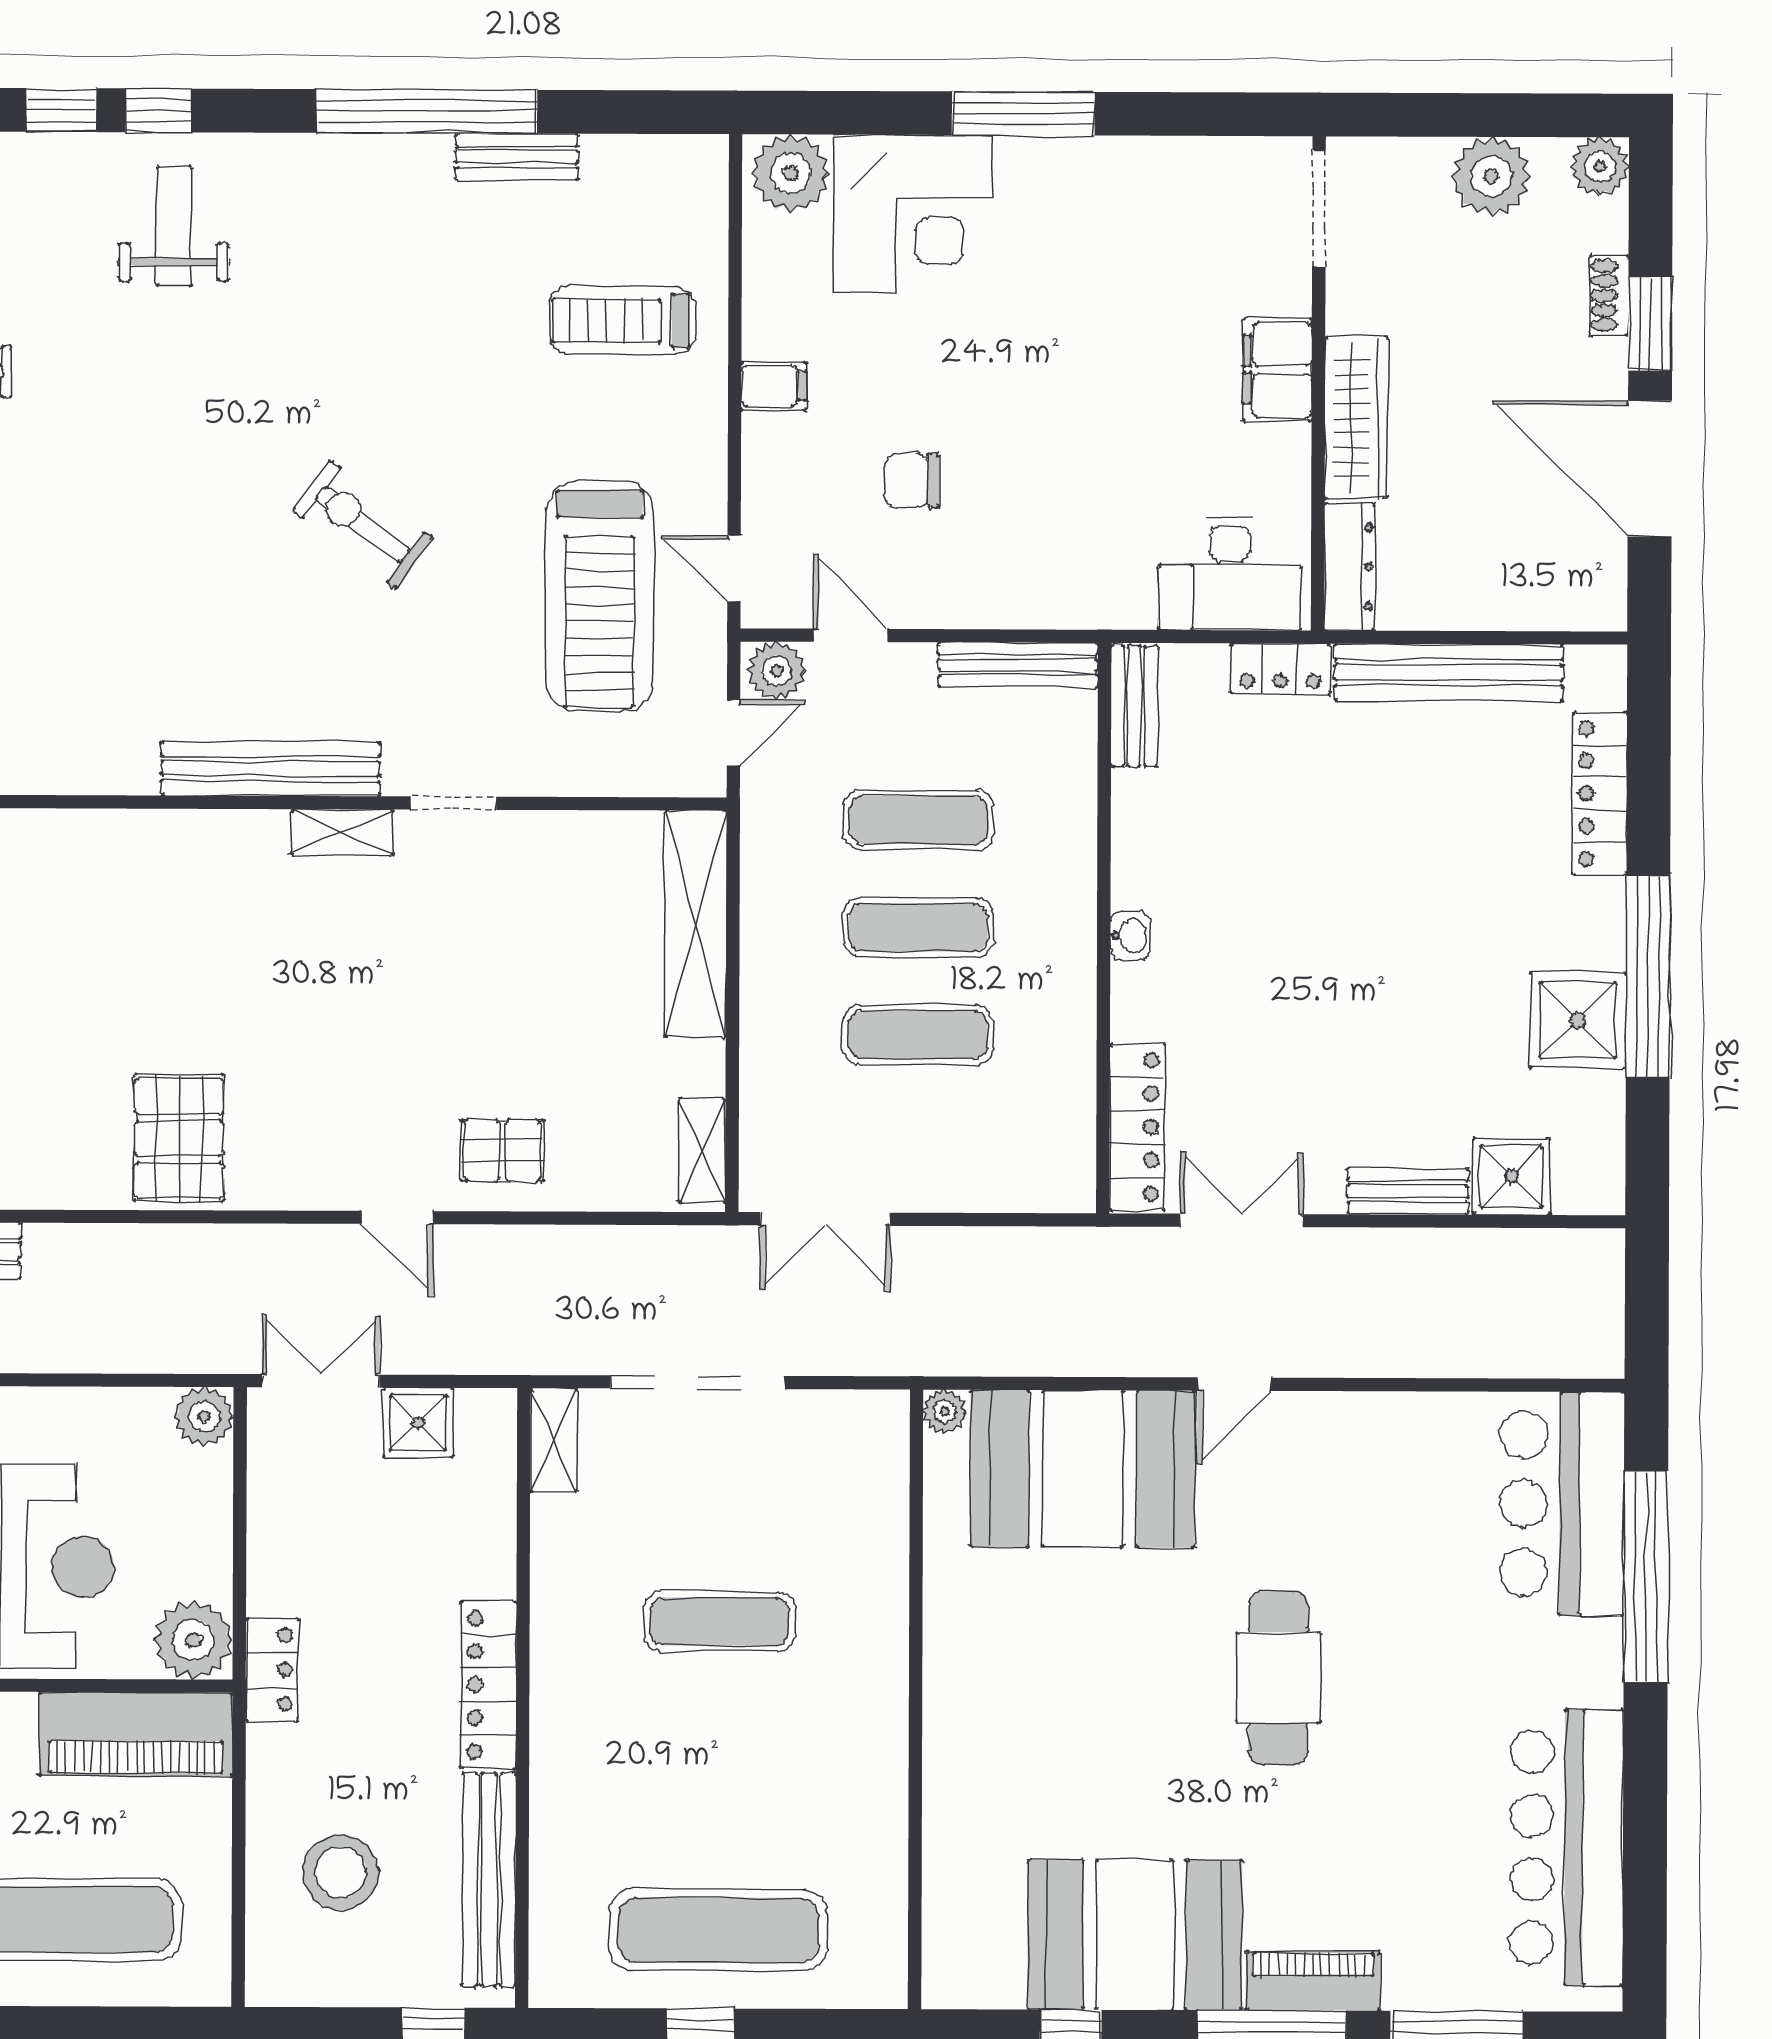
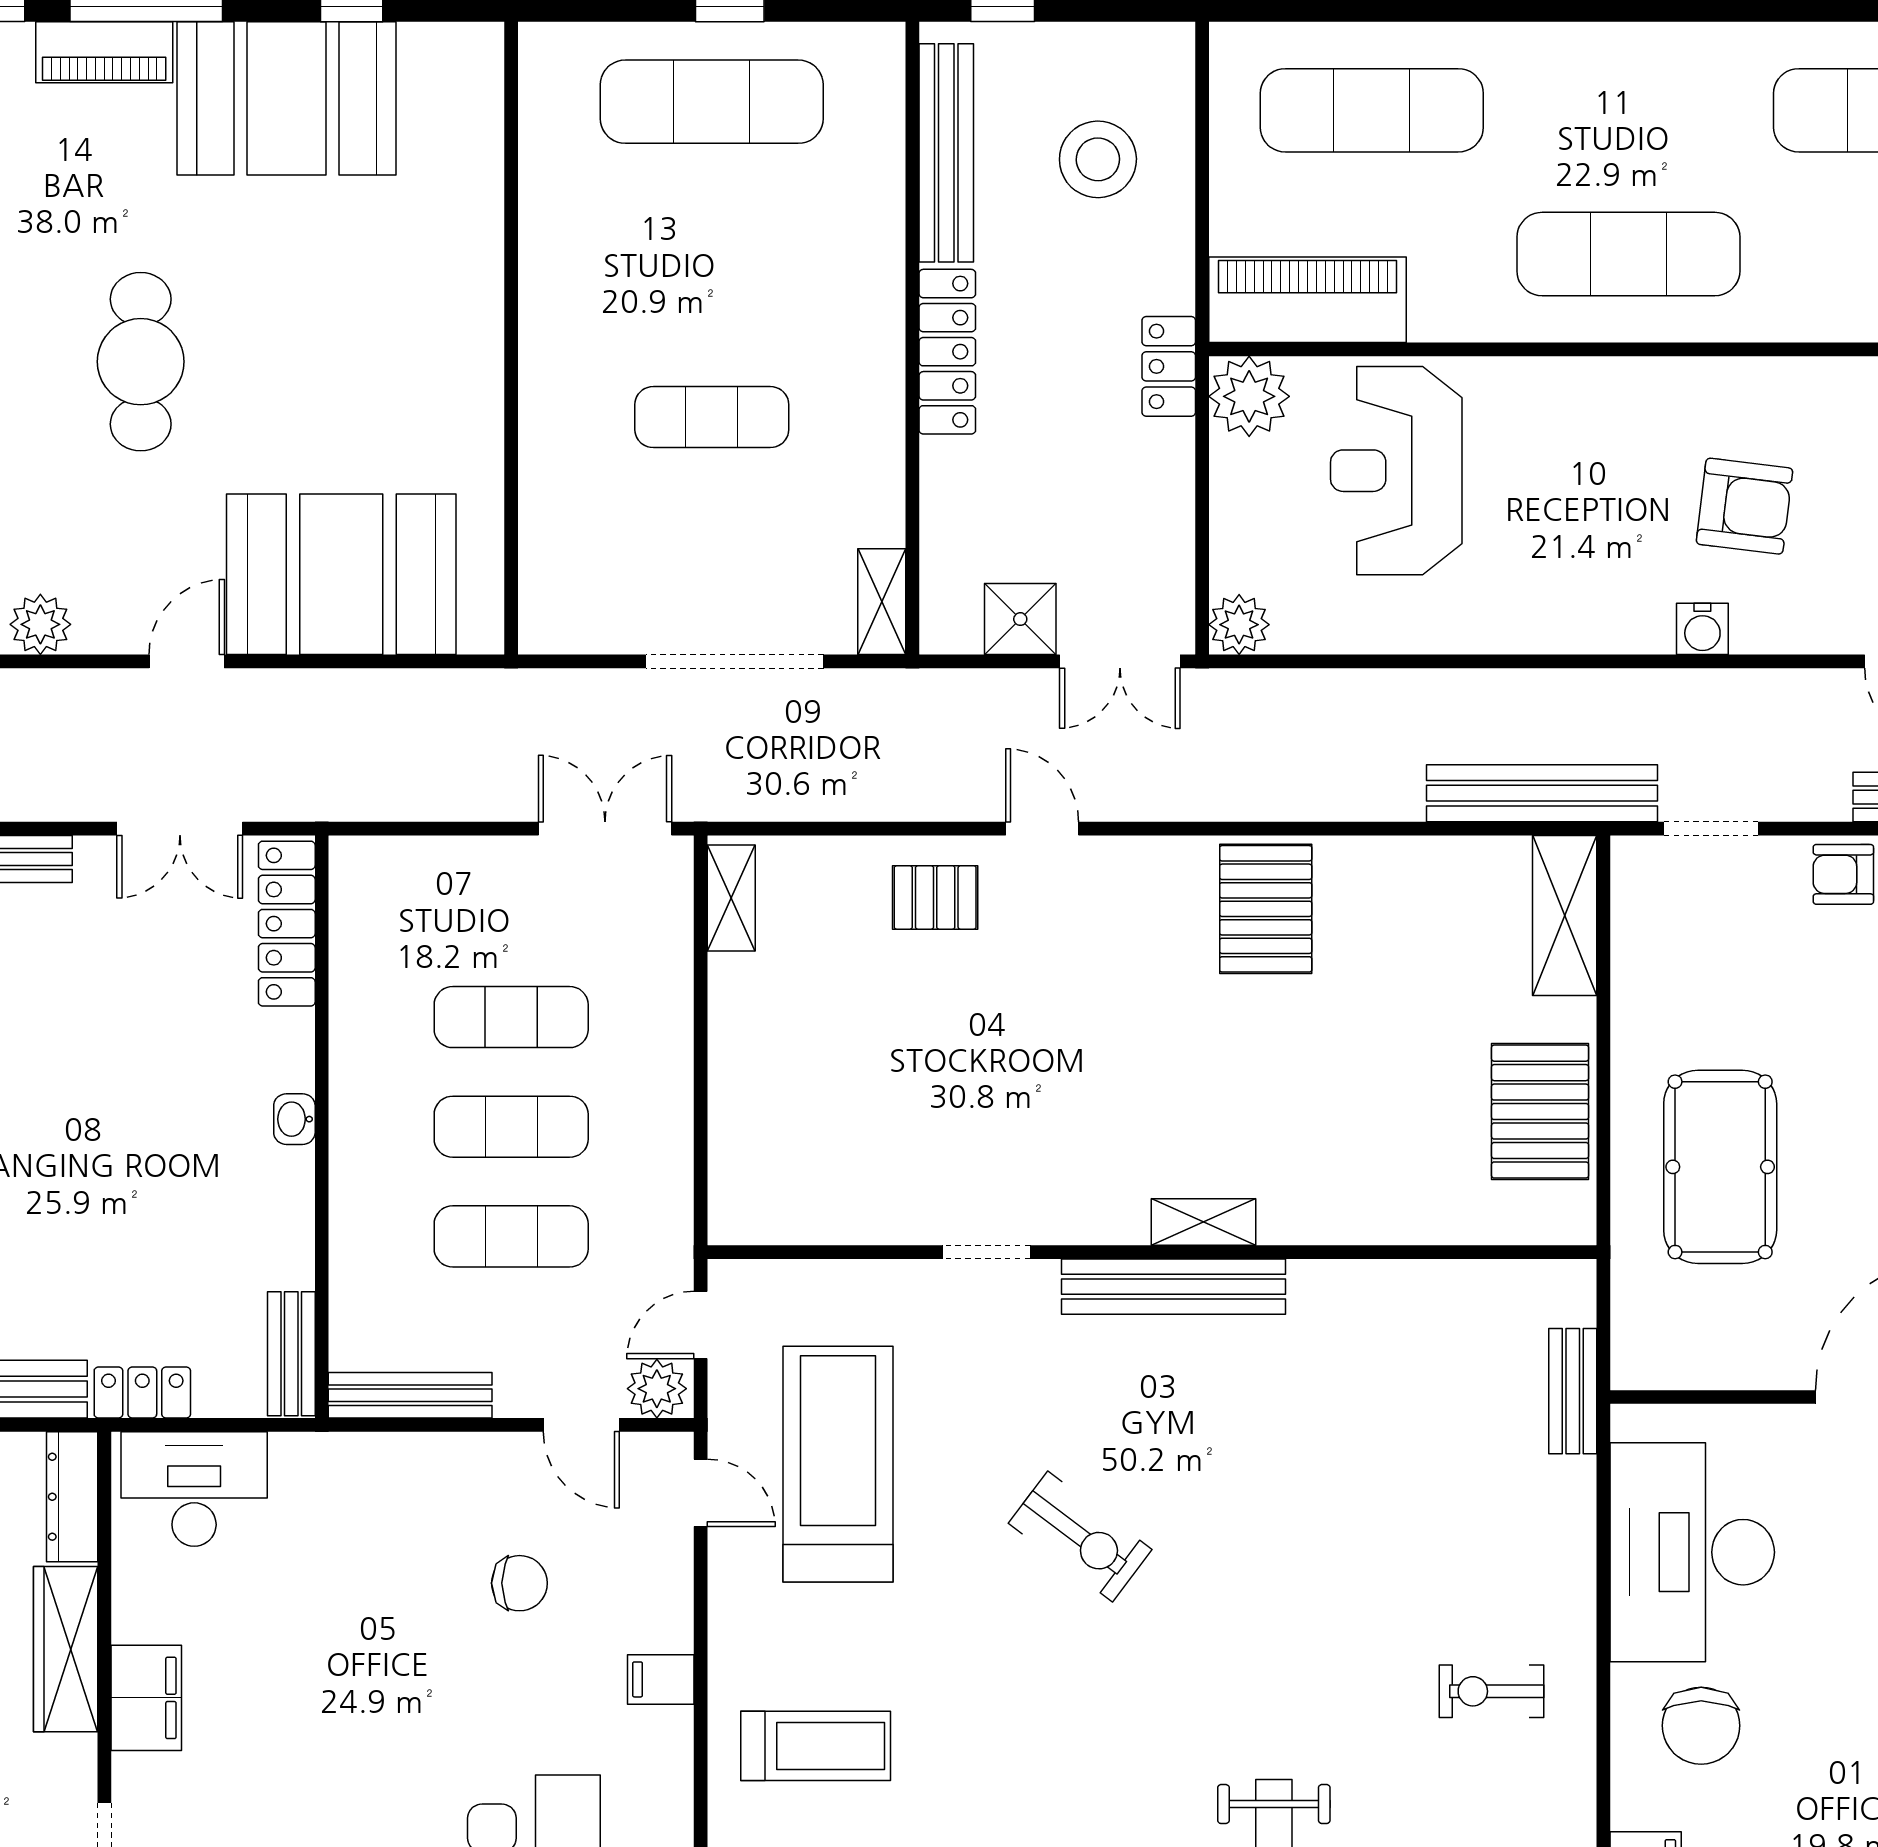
shelving: (342, 832) -> (1204, 1222), moved
shelving: (695, 924) -> (739, 1130), removed
plant: (945, 1411) -> (40, 624), moved, width x1.38, depth x1.38

